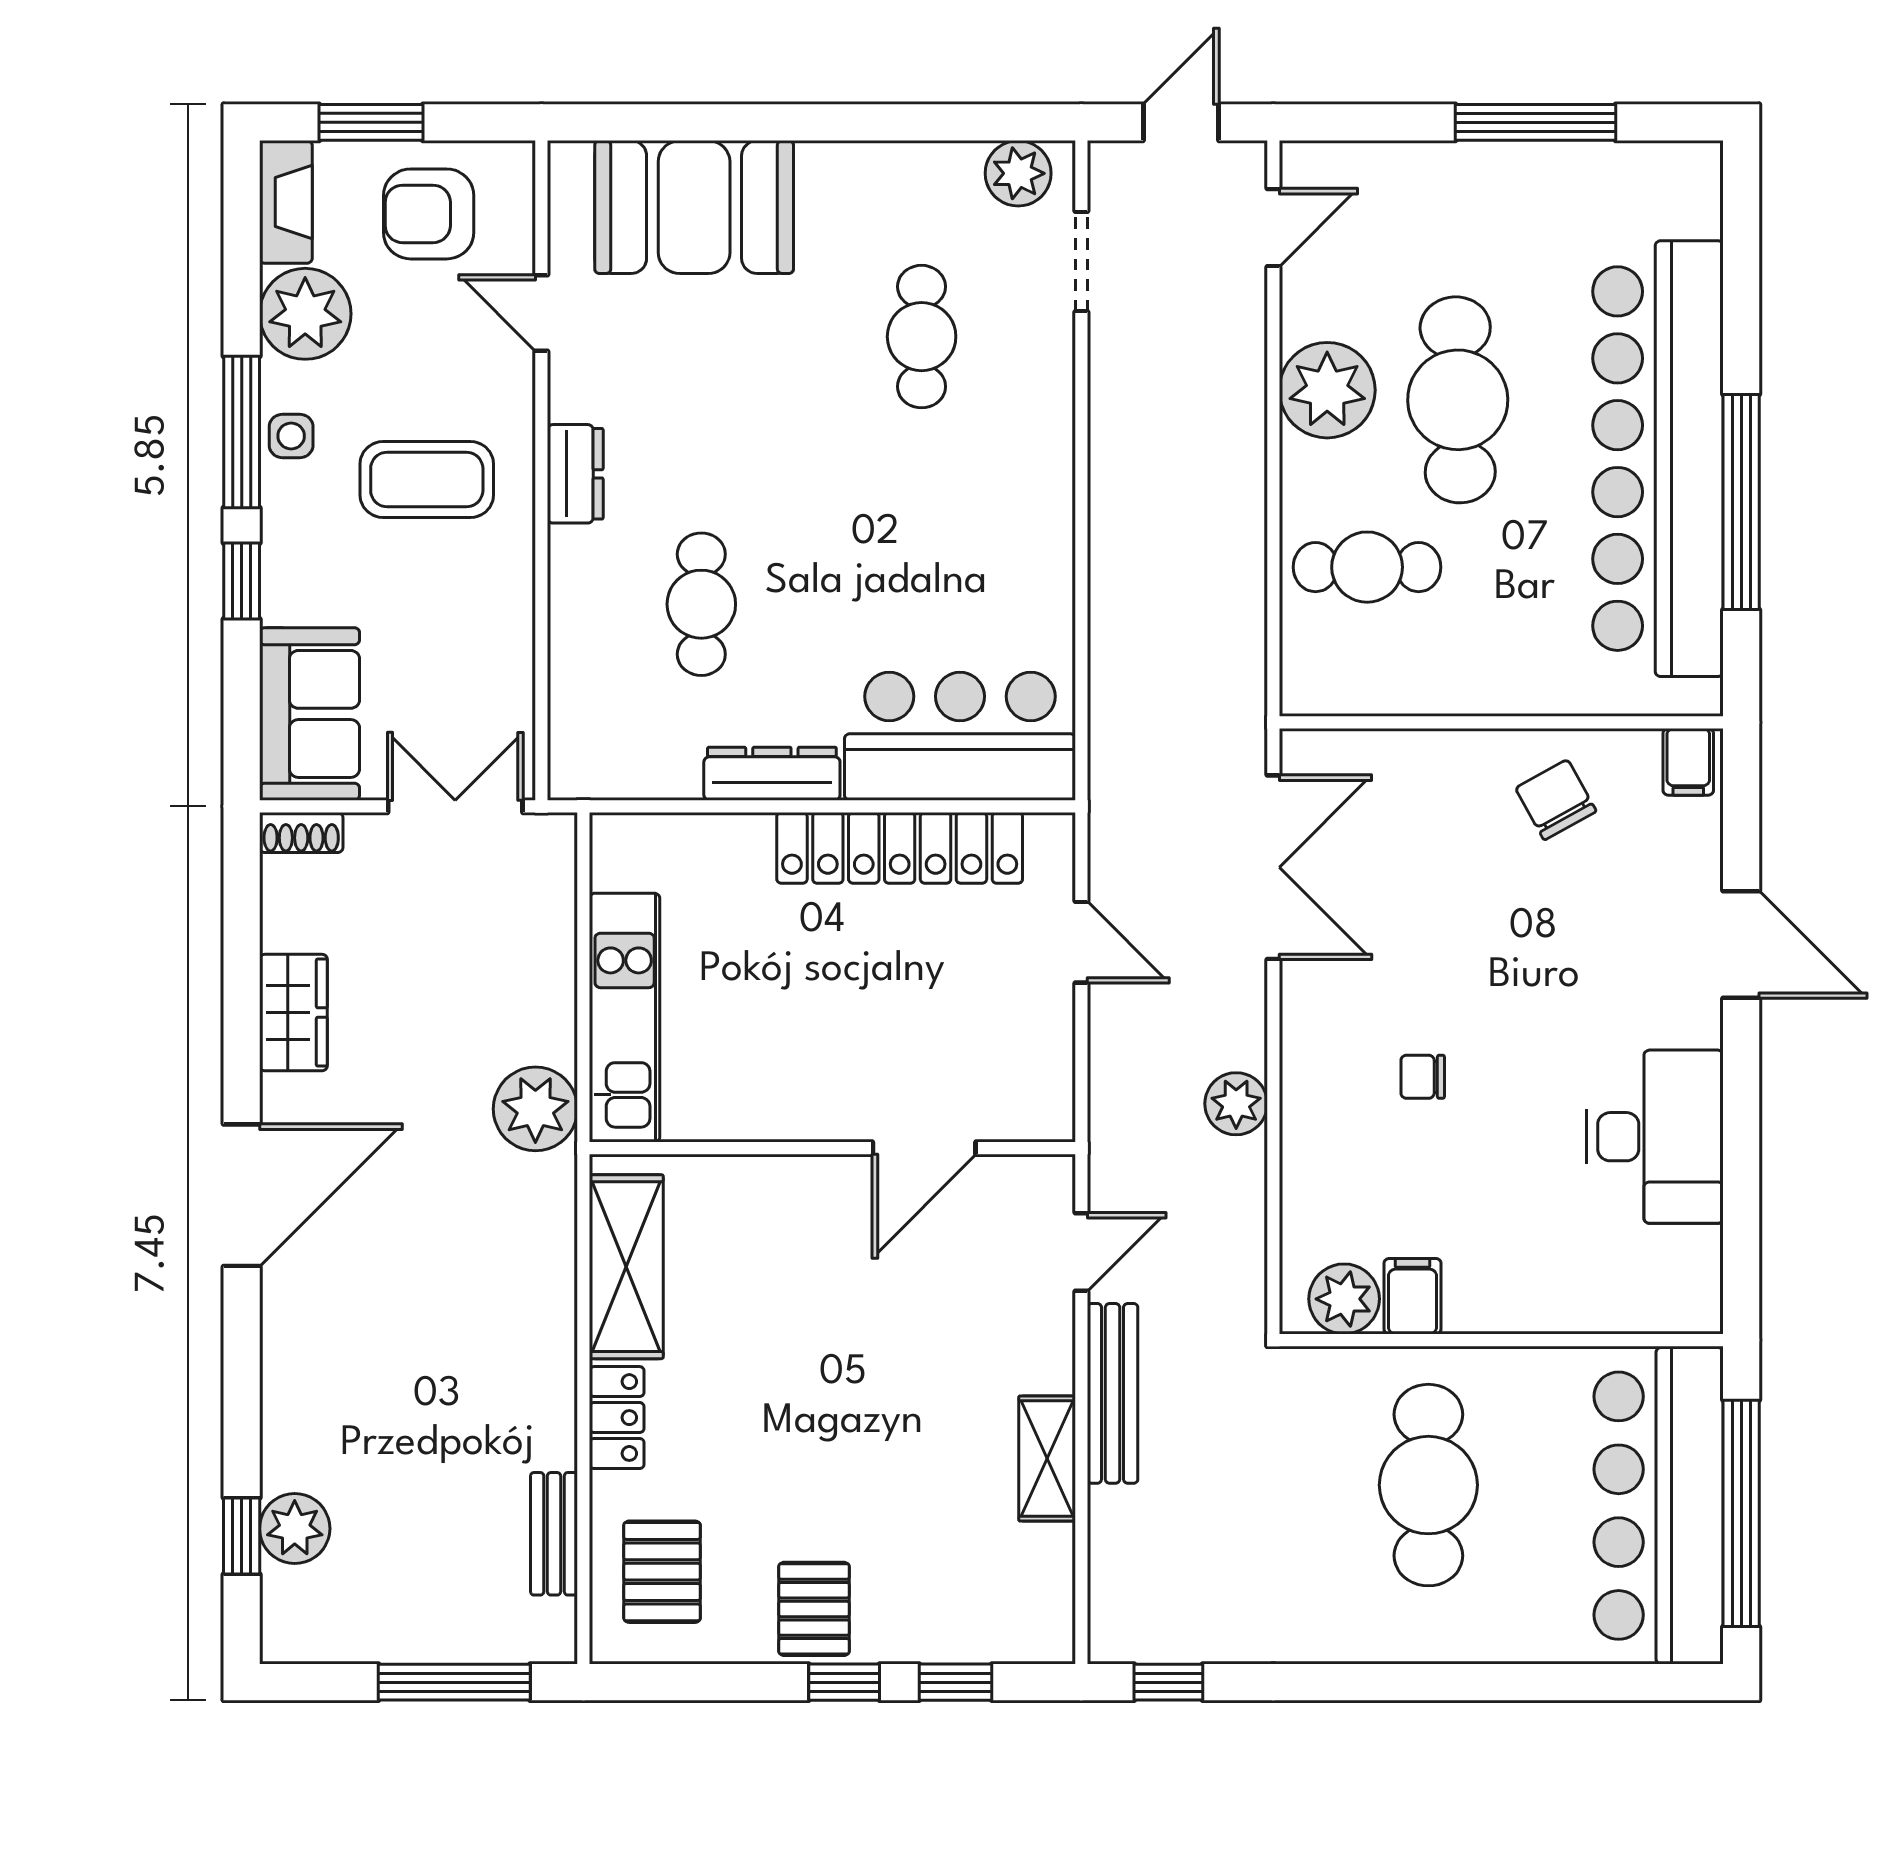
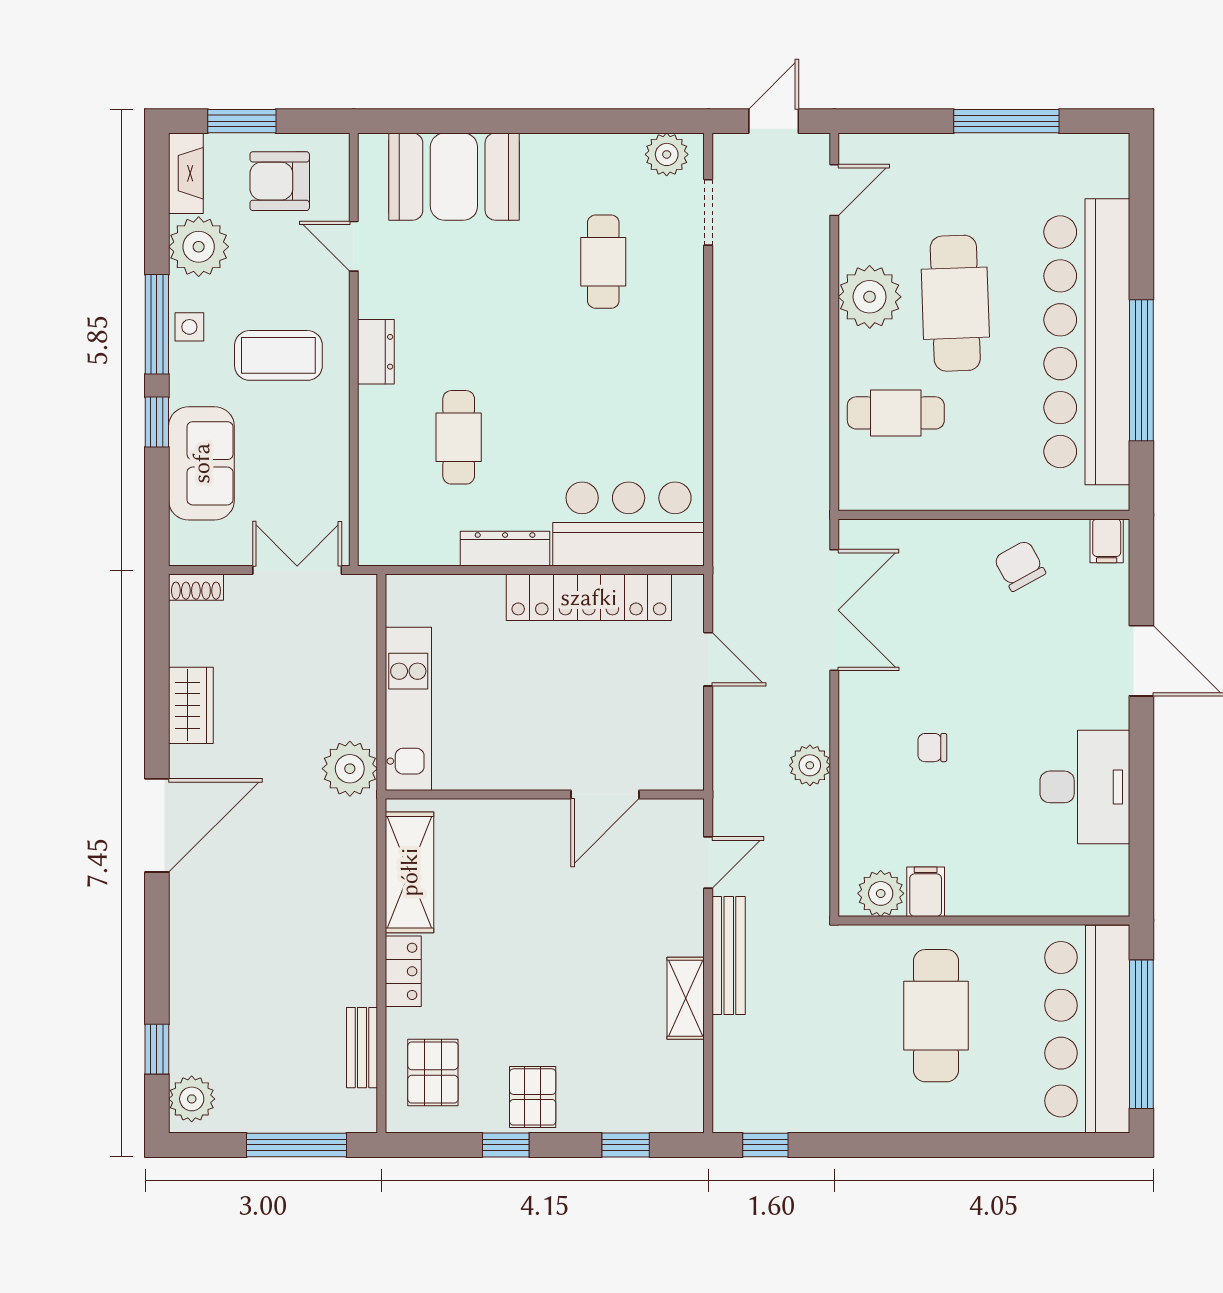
sofa: (310, 714) -> (201, 463), moved
plant: (295, 1529) -> (192, 1099), moved
window: (844, 1682) -> (506, 1145), moved

